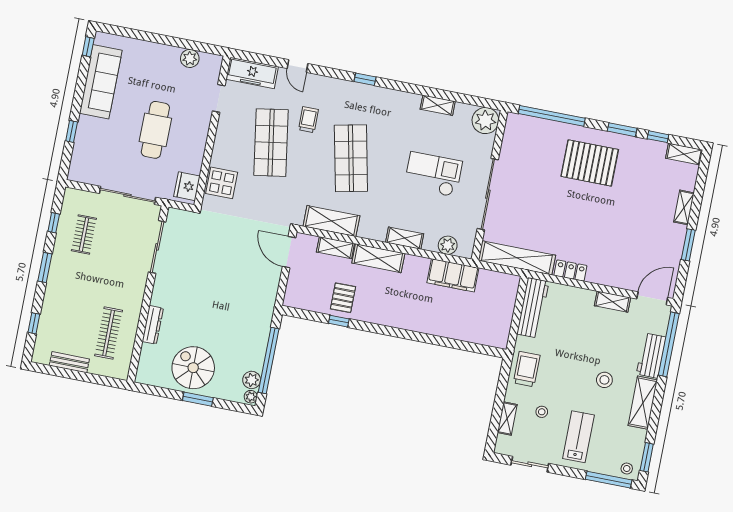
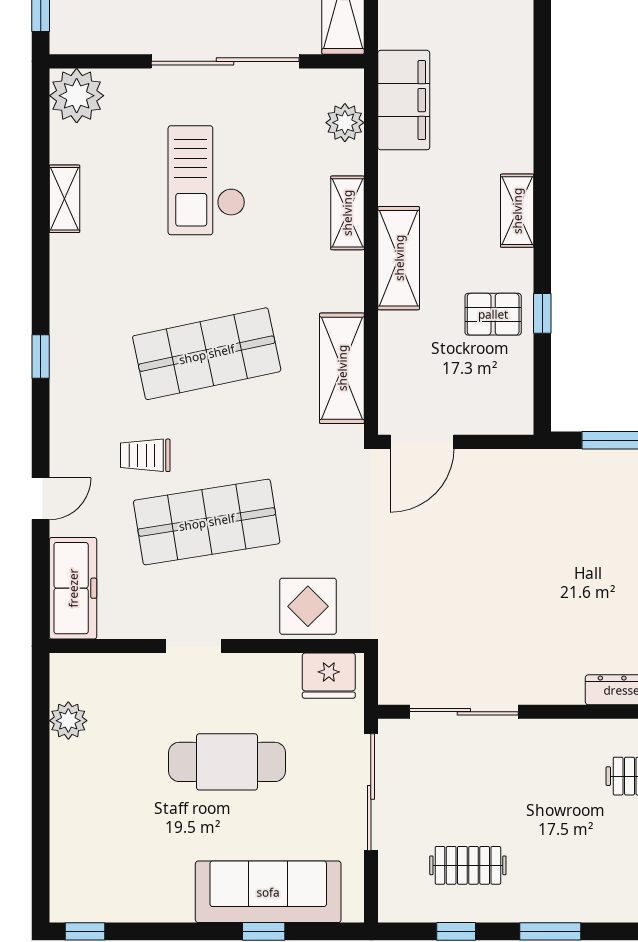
sofa: (101, 82) -> (268, 892), moved
doorway: (219, 98) -> (193, 646), moved
shelving: (335, 248) -> (517, 211), moved

